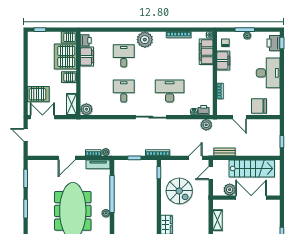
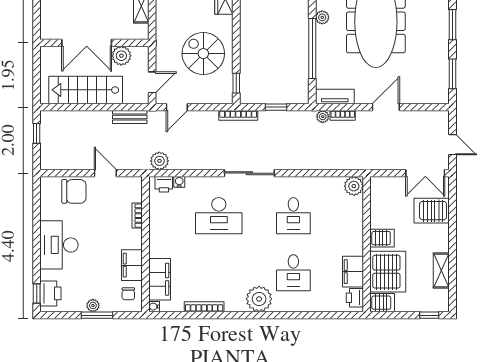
shelving: (72, 104) -> (441, 270), moved

